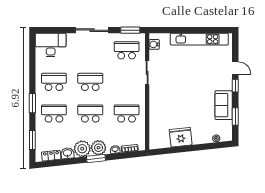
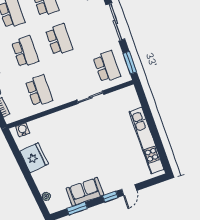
water cooler: (154, 44) -> (23, 130), moved

